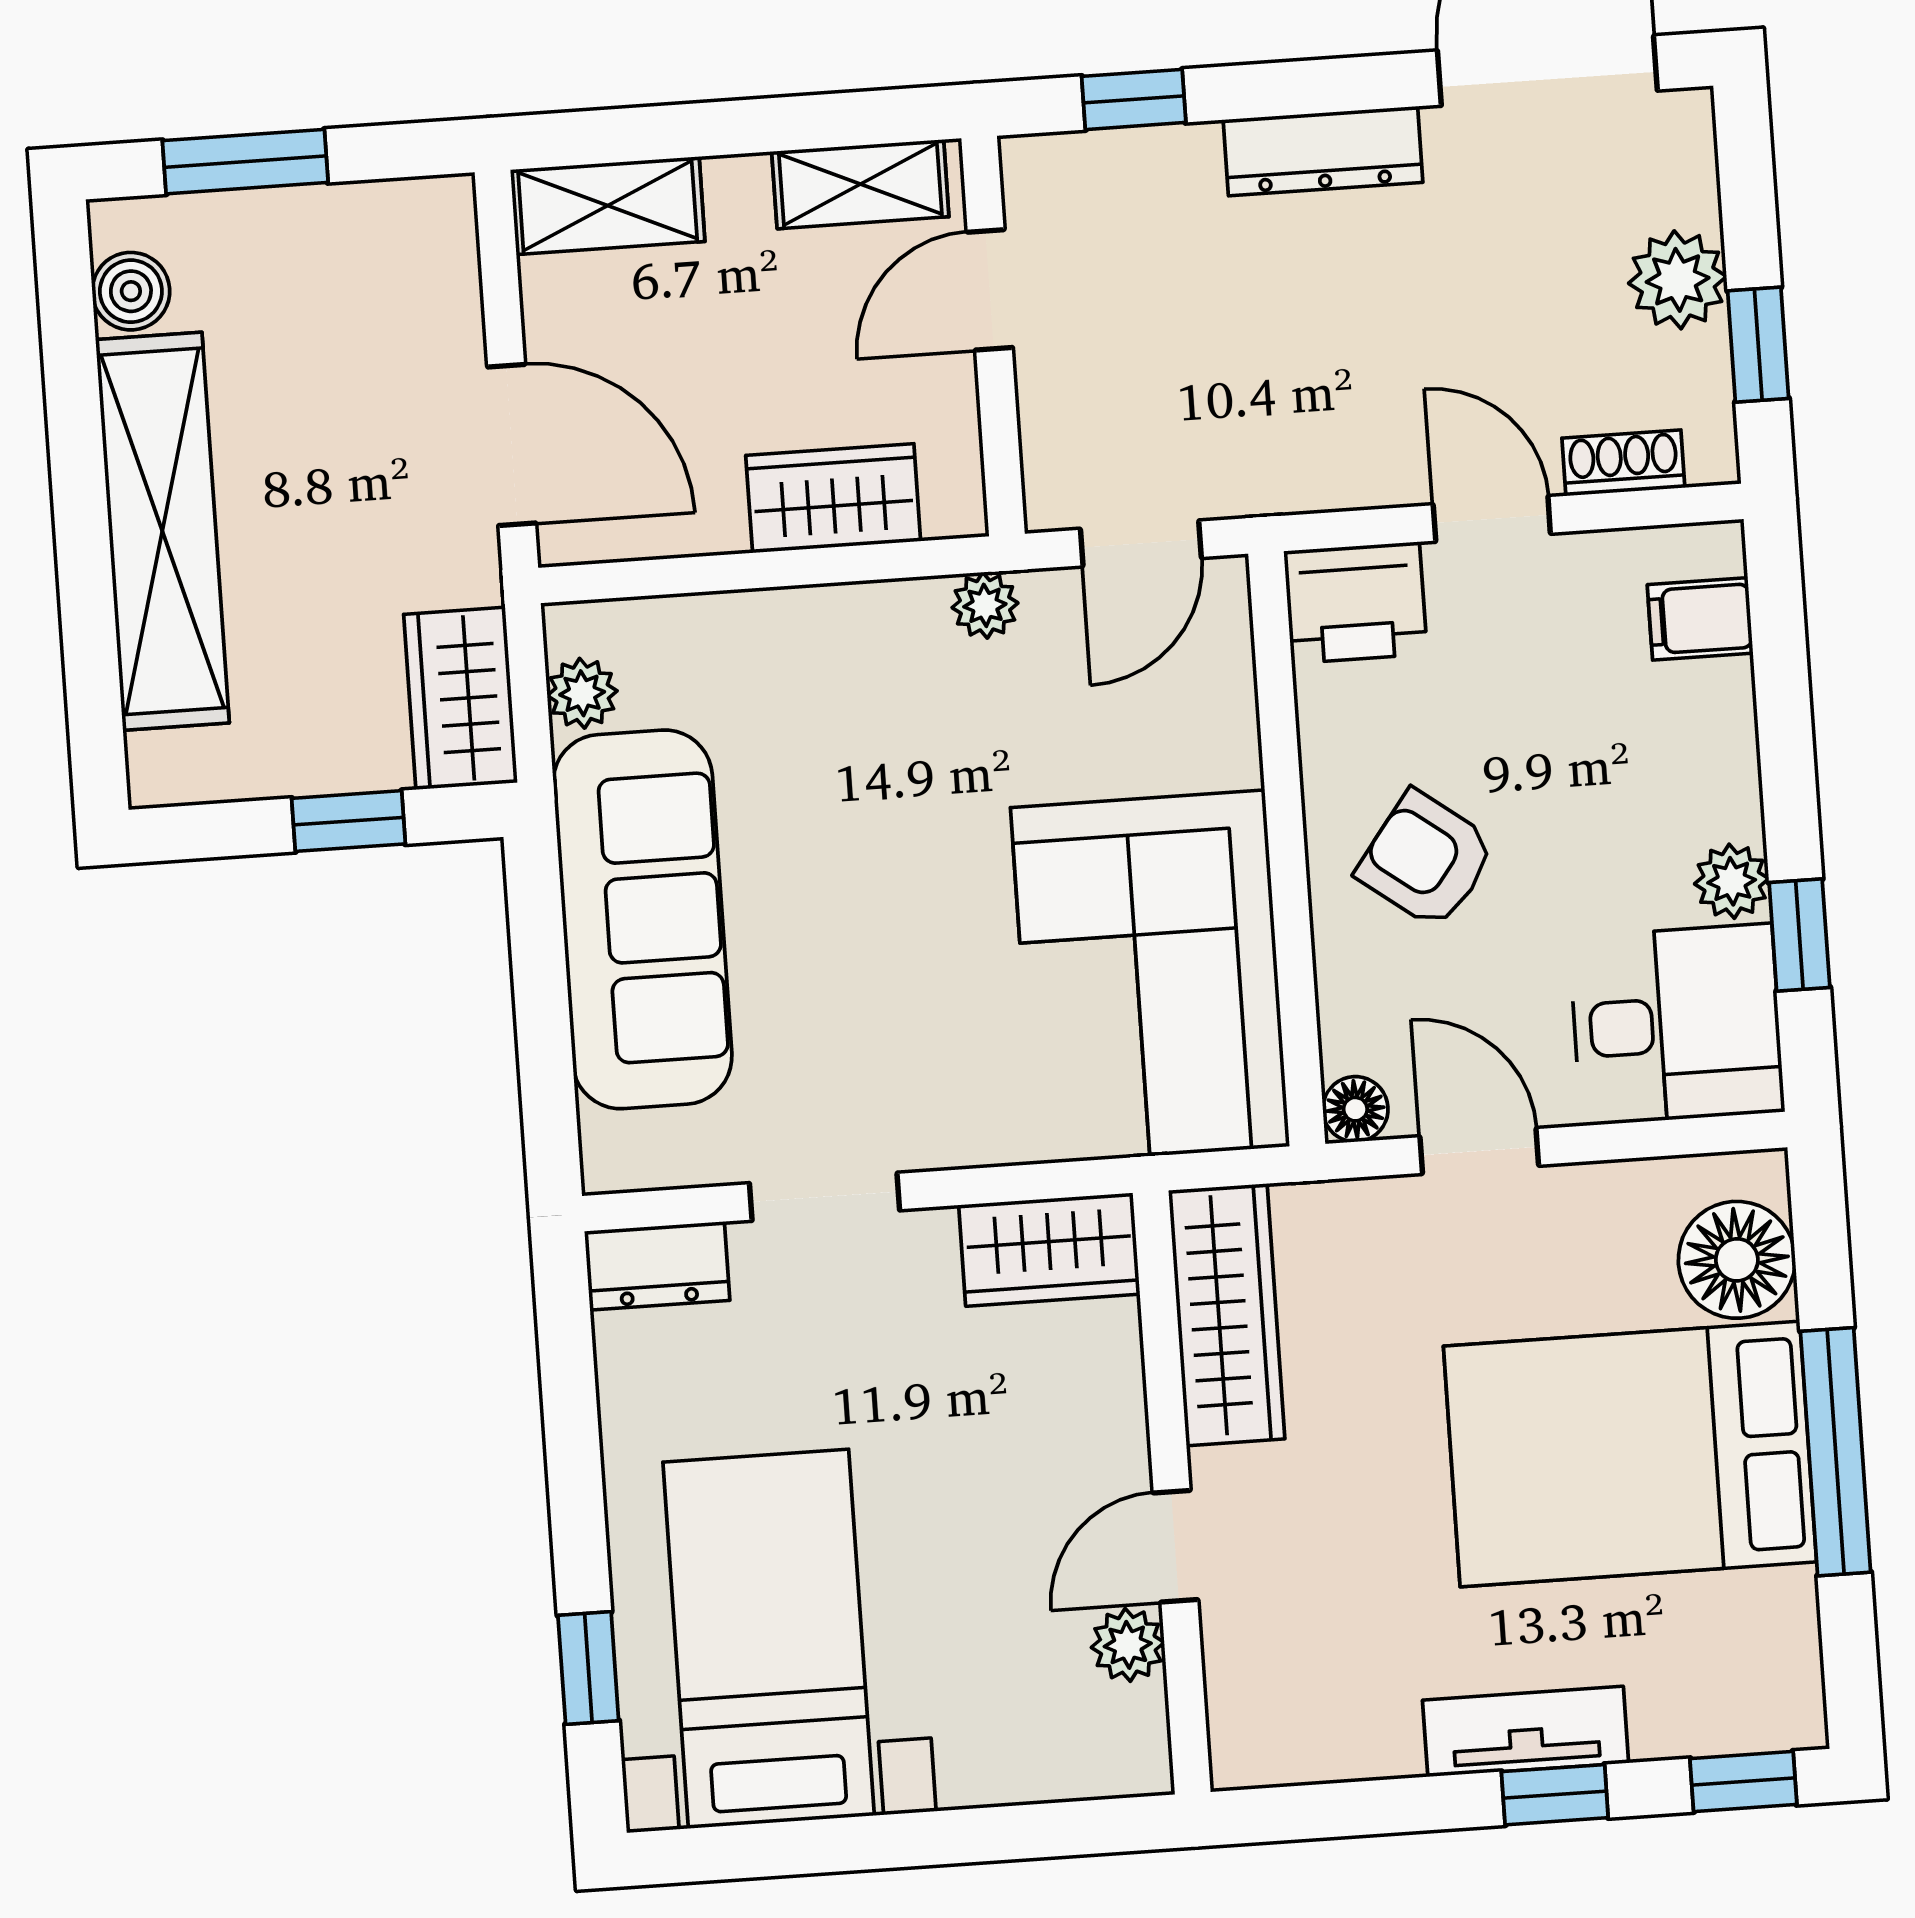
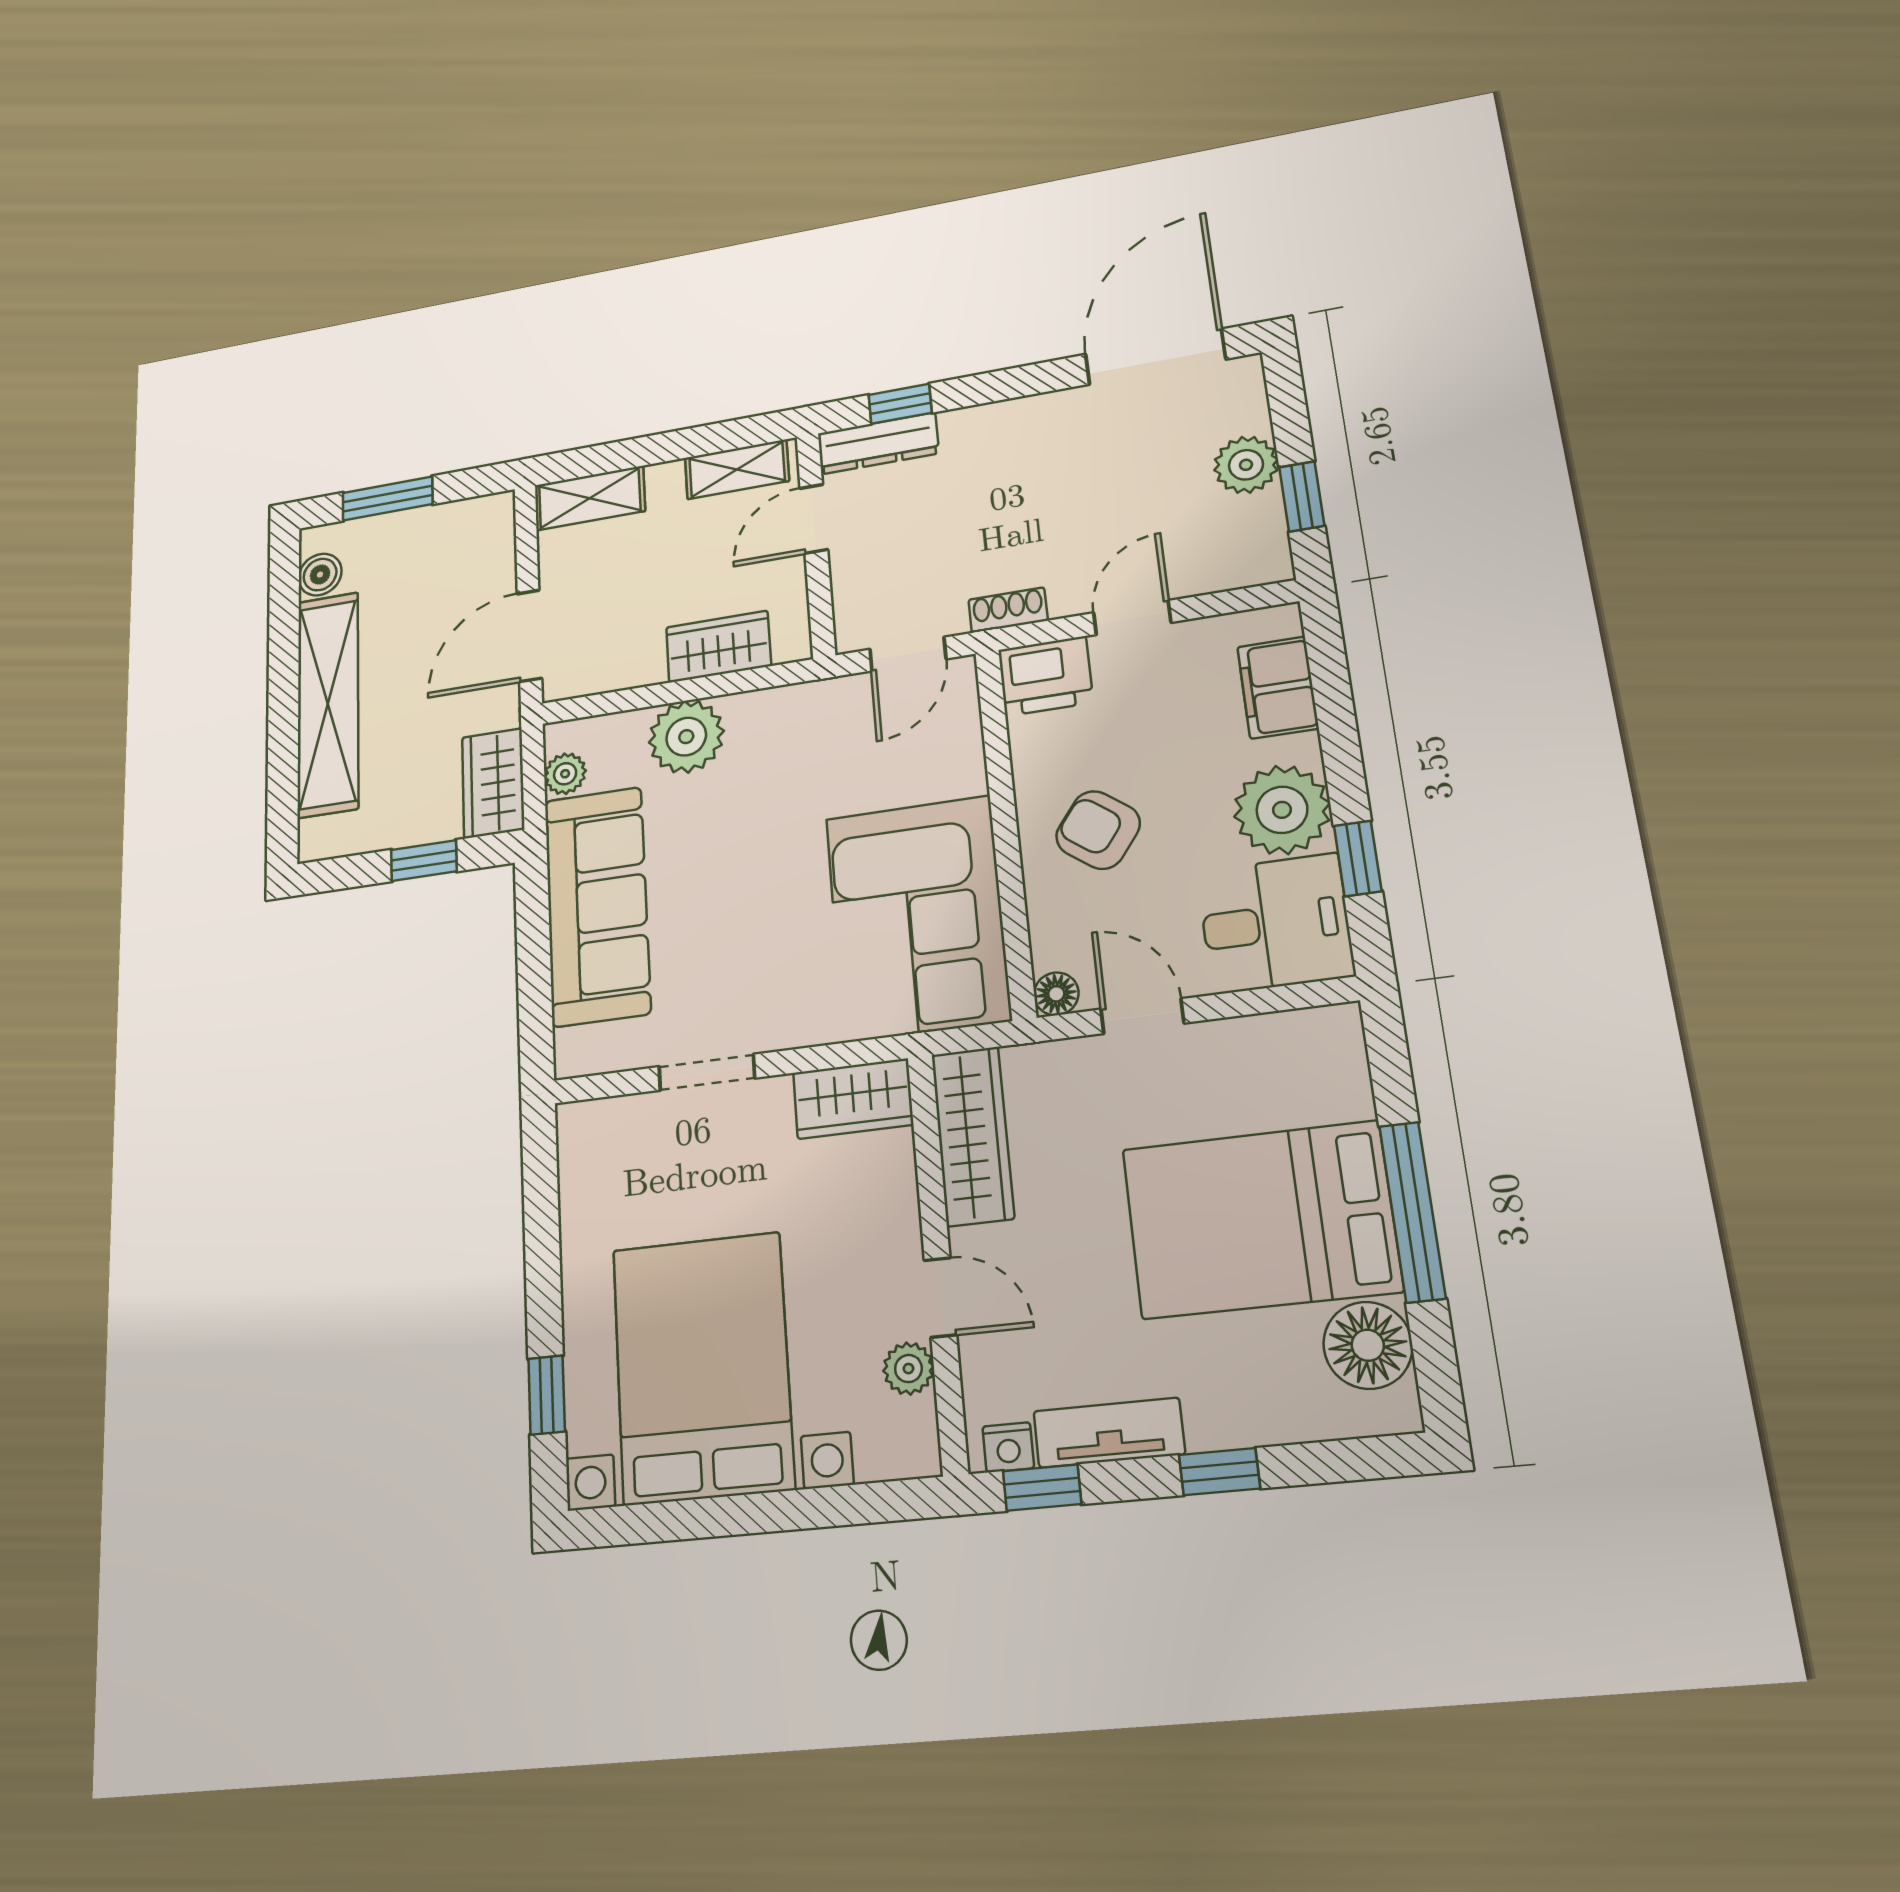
dresser: (1323, 151) -> (878, 443), moved
door: (512, 445) -> (529, 636), swing flipped
shoe rack: (1623, 463) -> (1008, 610), moved
door: (1492, 519) -> (1132, 618), hinge flipped
plant: (985, 605) -> (686, 737), moved, width x1.87, depth x1.87
filing cabinet: (1700, 619) -> (1278, 688), width x2.00
plant: (1732, 881) -> (1282, 810), width x1.87, depth x1.87
floor lamp: (1737, 1260) -> (1368, 1345), moved
dresser: (657, 1266) -> (600, 1123), removed
door: (1175, 1546) -> (940, 1297), swing flipped
bed with nightstands: (769, 1639) -> (702, 1367), width x1.36
tv unit: (1526, 1731) -> (1109, 1433), moved
nightstand: (1267, 1757) -> (1008, 1447), added
window: (1743, 1781) -> (1042, 1488), moved

